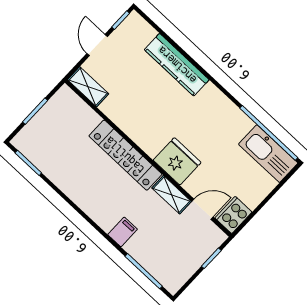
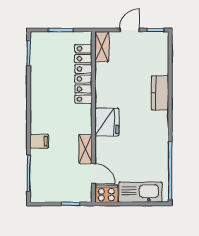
kitchen counter: (177, 65) -> (160, 93), width x0.67
kitchen sink: (268, 154) -> (140, 192), moved, turned 90
locker: (125, 155) -> (83, 74), moved
fridge: (177, 161) -> (107, 122), moved

